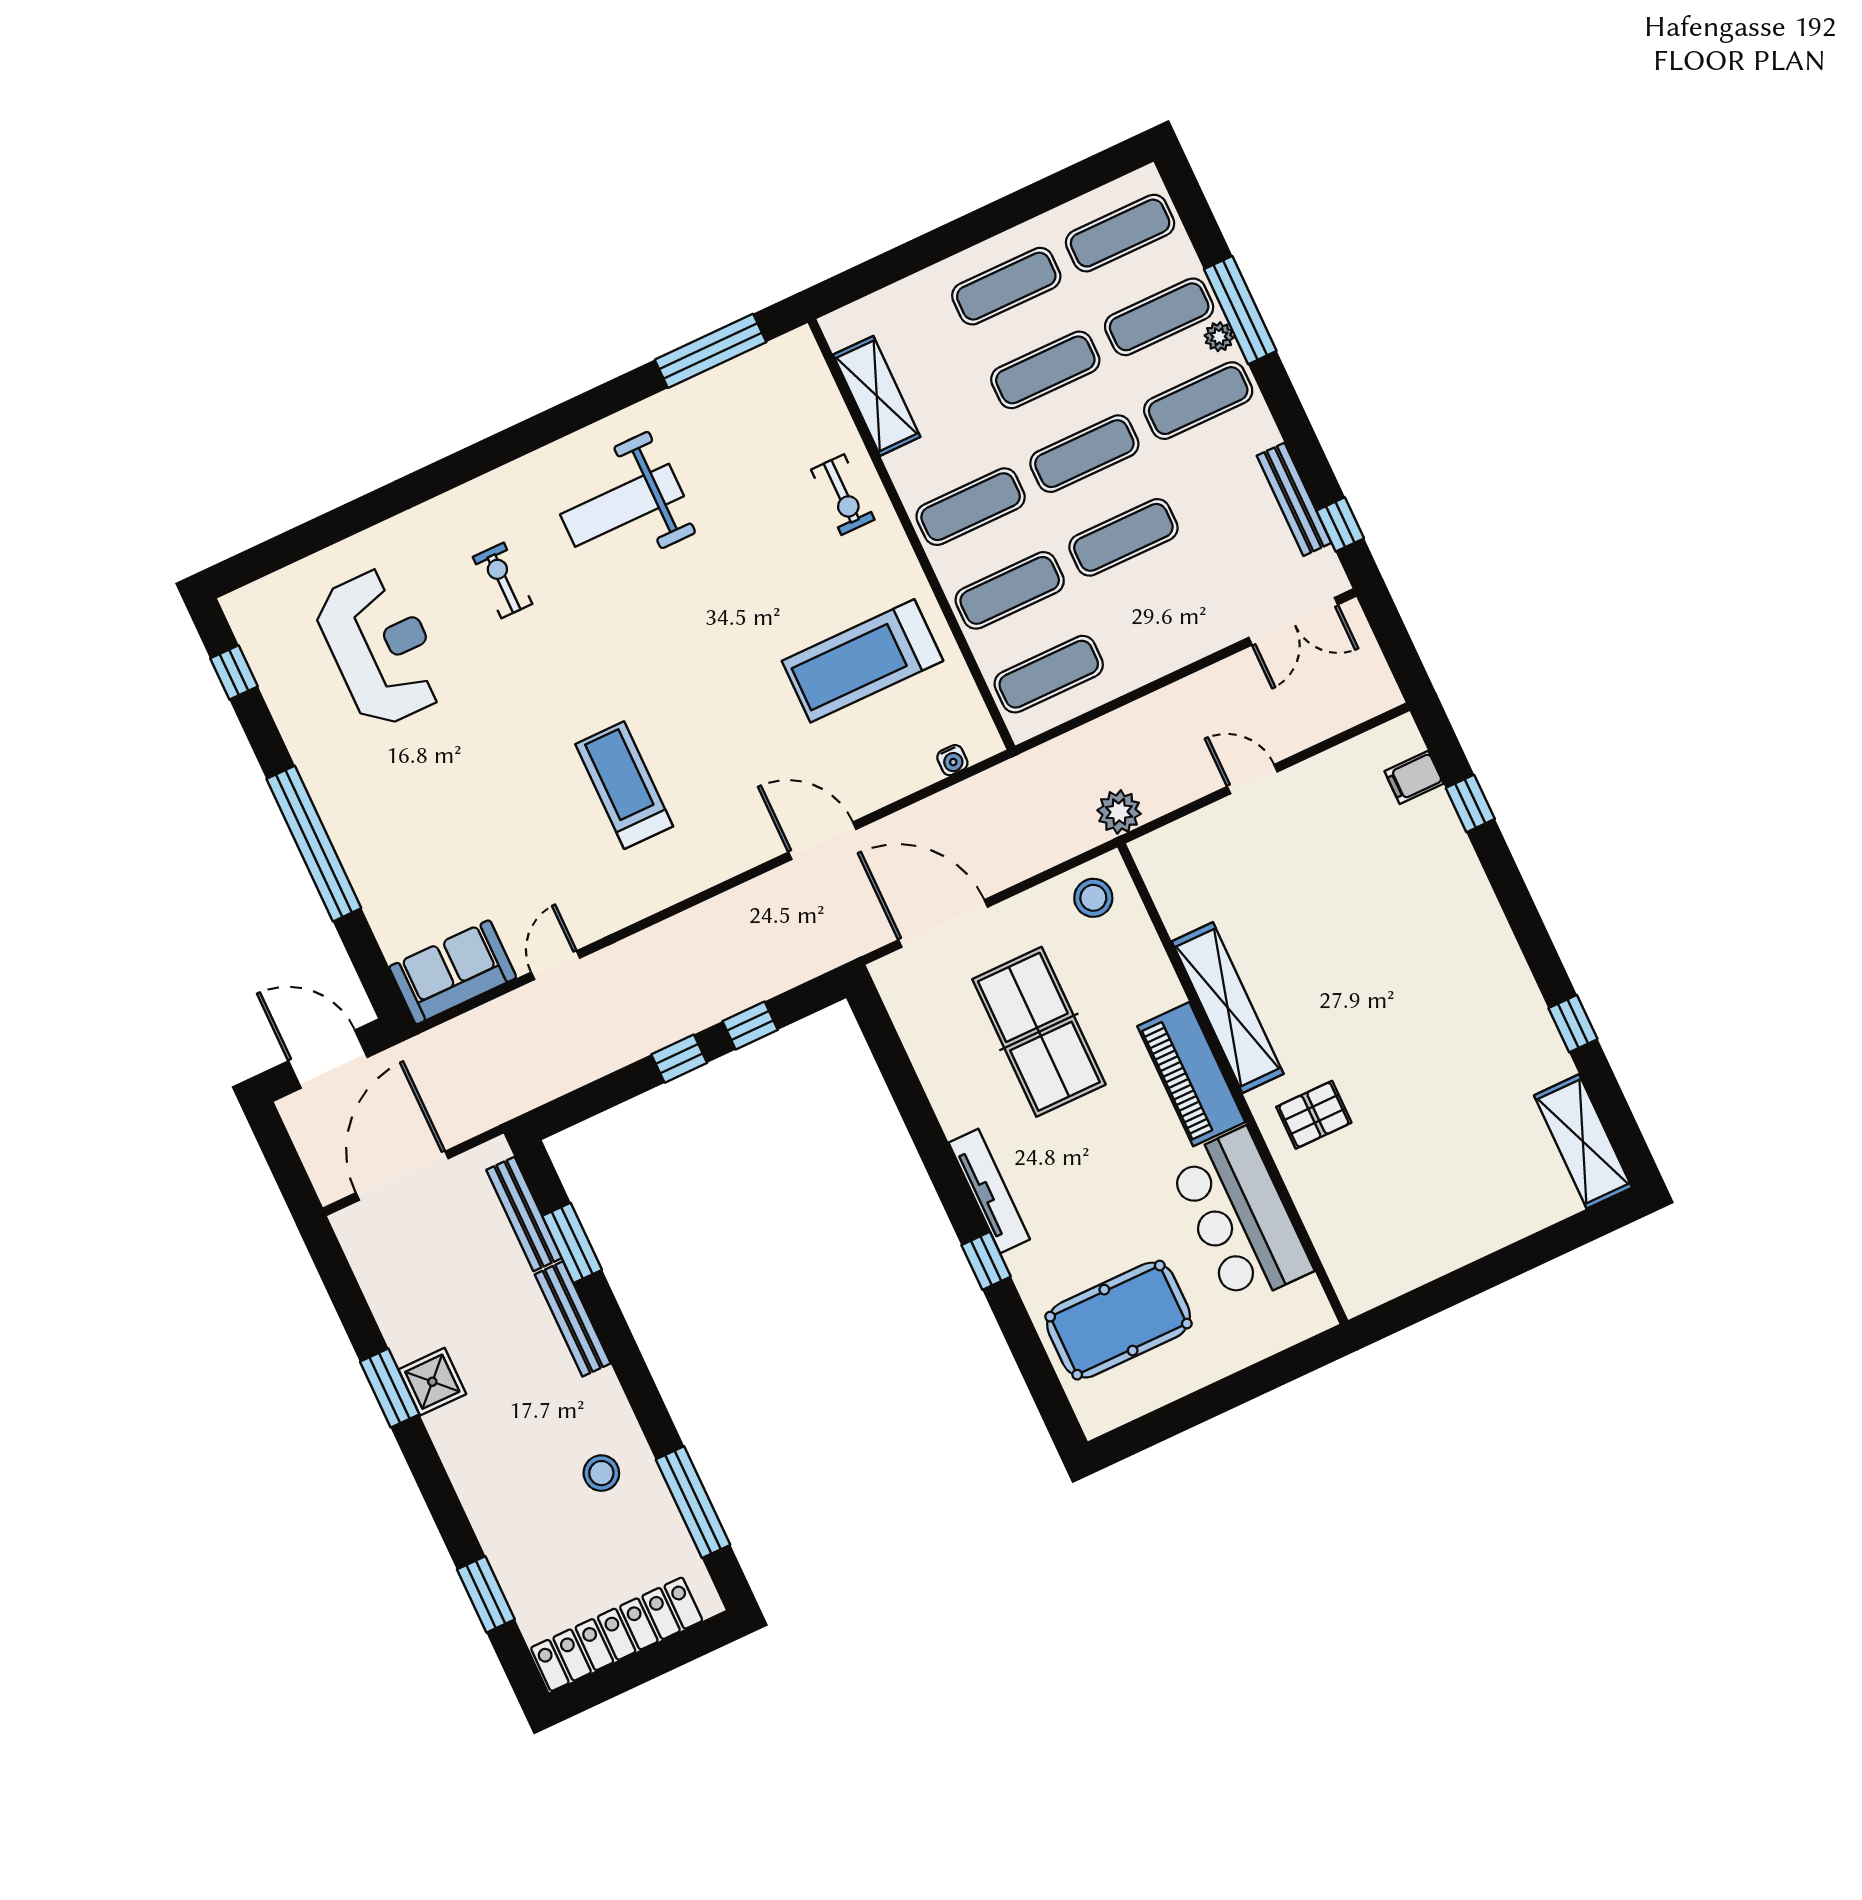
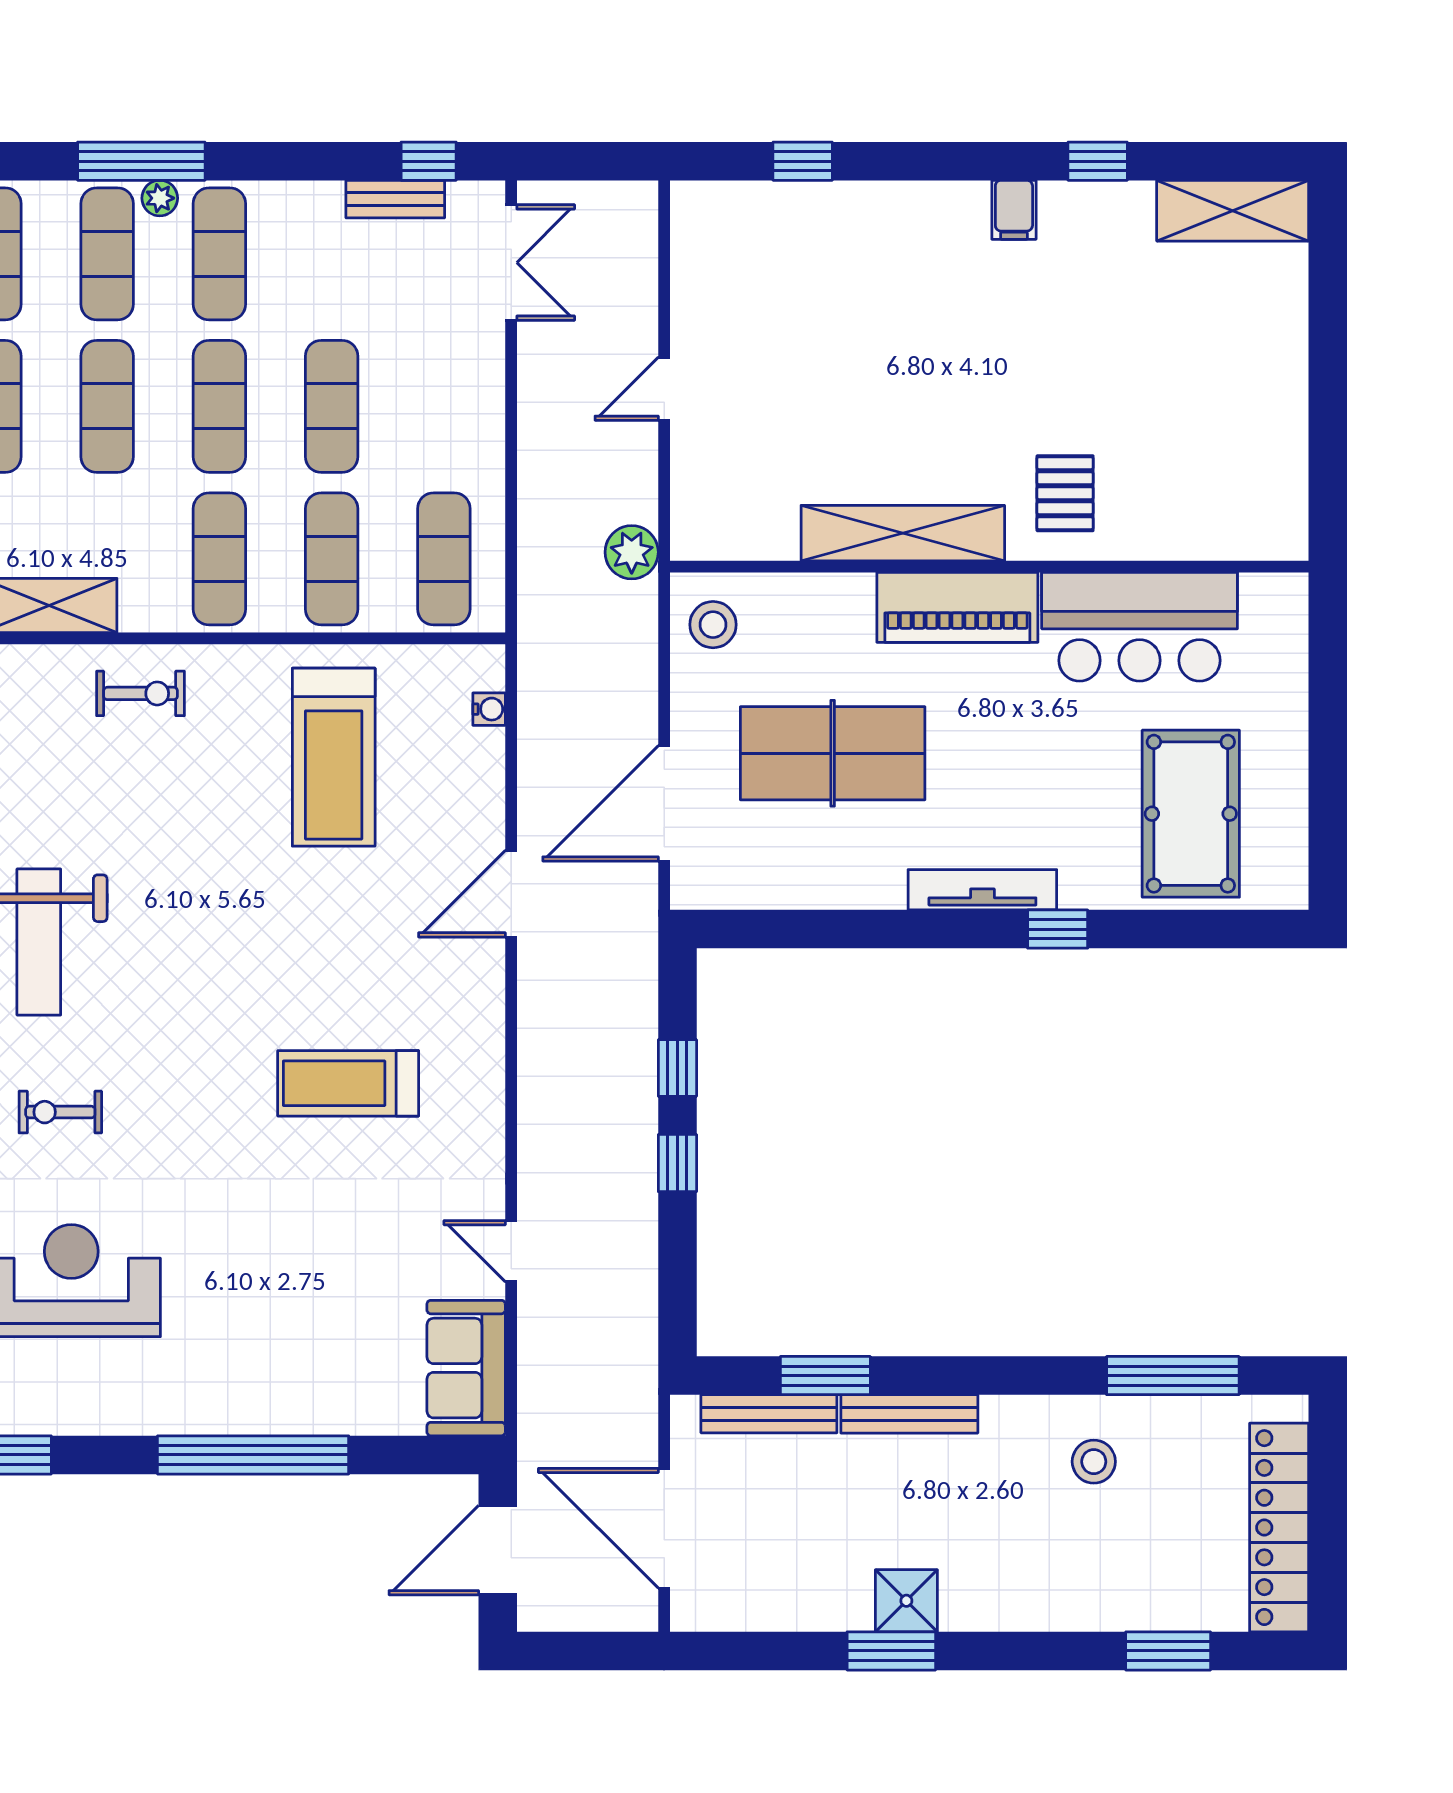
bench: (1294, 499) -> (395, 199), width x0.73
filing cabinet: (1414, 777) -> (1014, 210), moved

